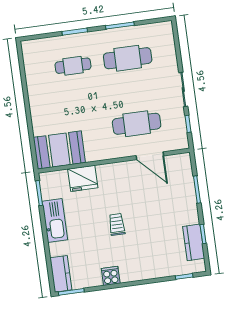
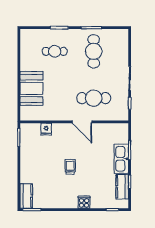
cafe table: (128, 58) -> (94, 51), turned 90
booth: (59, 150) -> (31, 88), moved, turned 90
door: (150, 156) -> (82, 122), moved
fridge: (83, 178) -> (46, 129), width x0.53, depth x0.75
kitchen sink: (55, 221) -> (121, 159), moved, turned 180
cooker: (111, 276) -> (84, 202), moved

